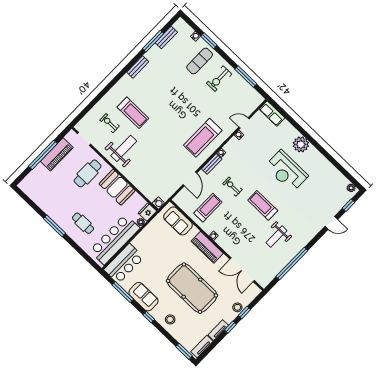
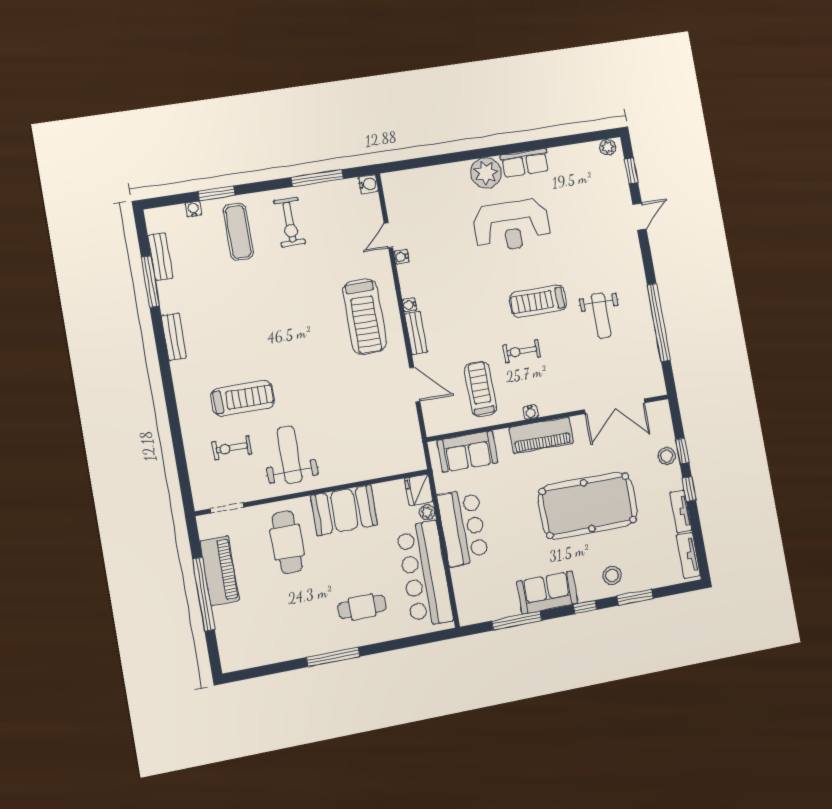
row of seats: (272, 114) -> (525, 163), moved
exercise bike: (232, 187) -> (522, 351), moved
water cooler: (158, 203) -> (368, 184), moved
bar counter: (124, 264) -> (463, 527), moved
window: (184, 351) -> (635, 597), moved

